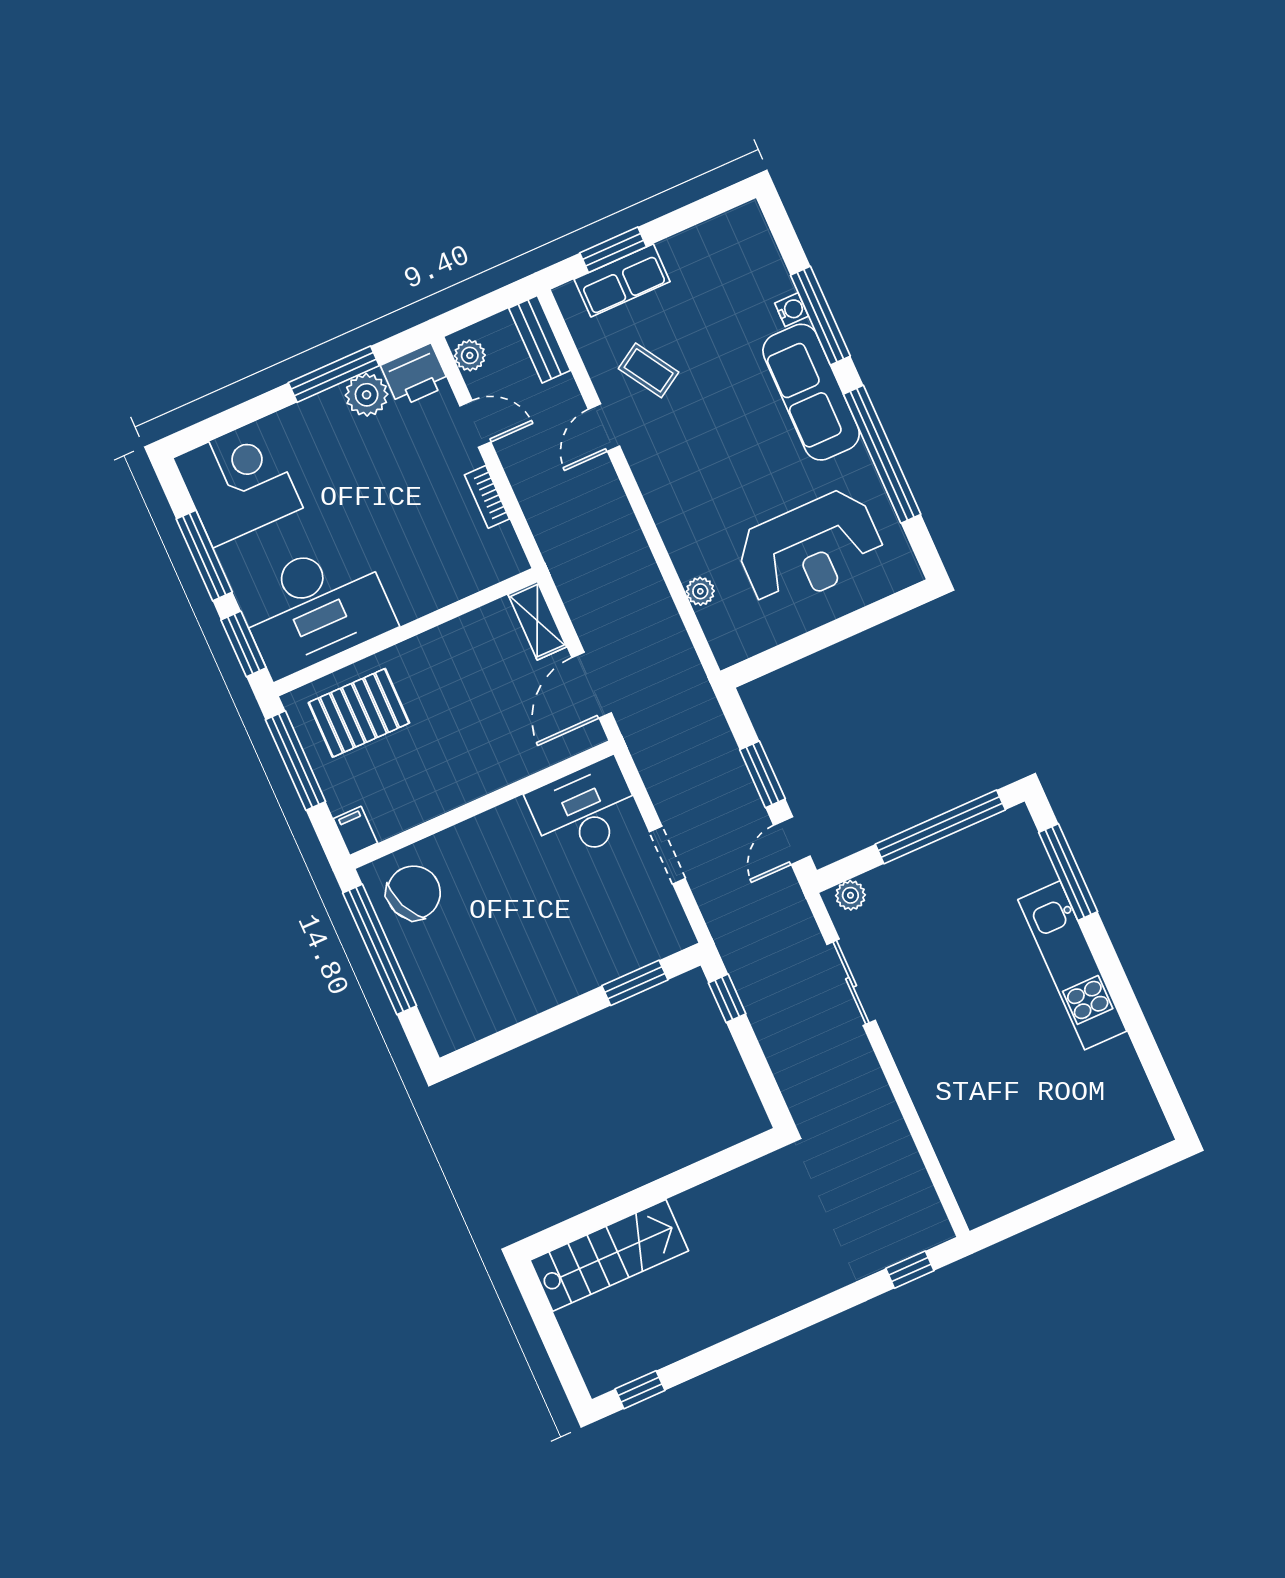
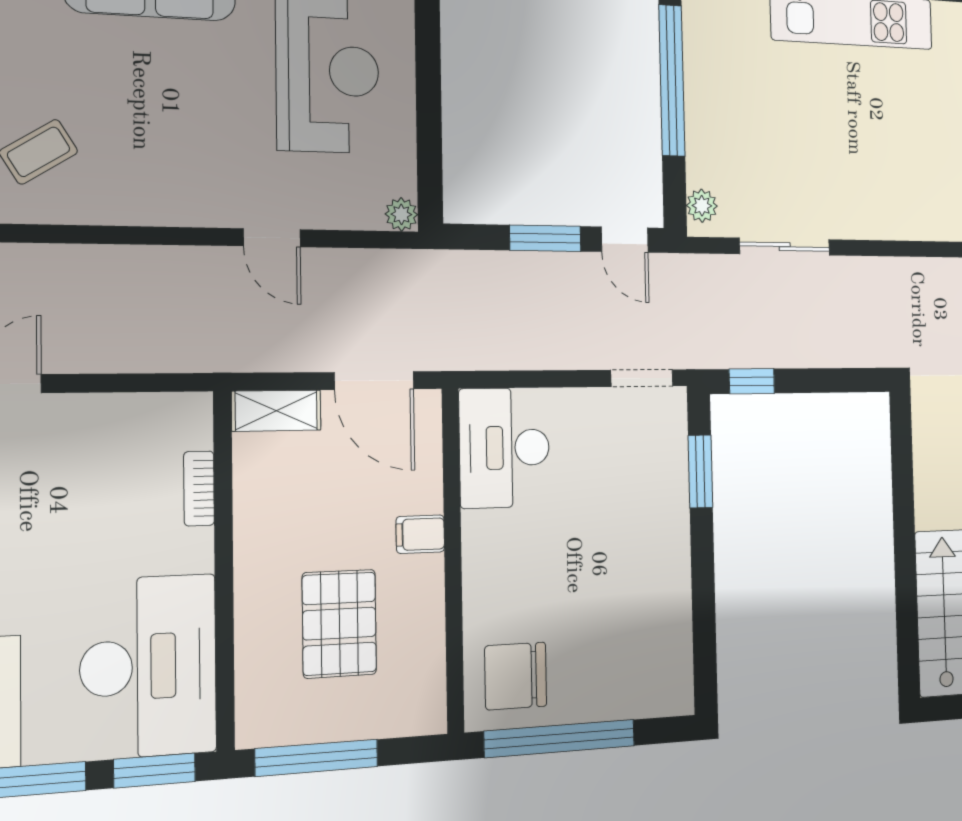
door: (604, 428) -> (272, 238), moved
bookcase: (487, 497) -> (199, 488), moved, turned 90
plant: (700, 591) -> (401, 214), moved
pallet: (359, 713) -> (339, 624), moved
filing cabinet: (355, 831) -> (420, 534), moved
doorway: (667, 855) -> (642, 378), moved
chair: (414, 893) -> (516, 676), turned -67

